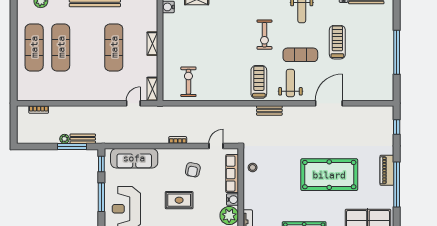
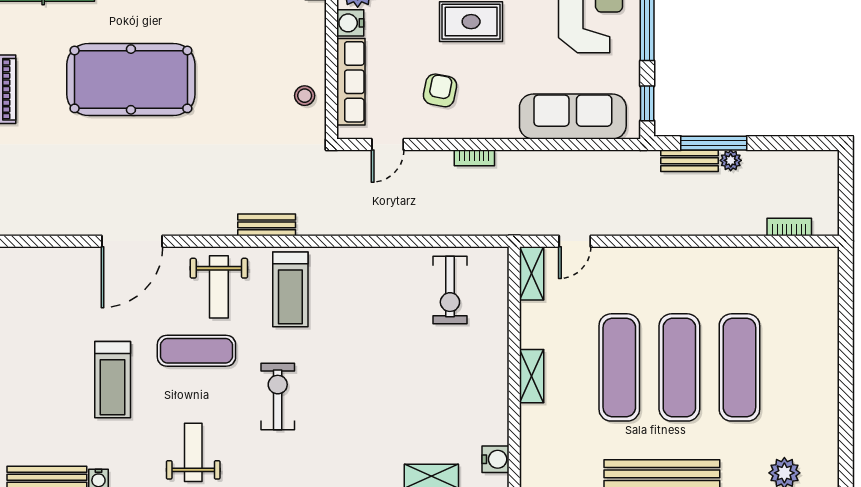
exercise mat: (34, 47) -> (679, 367), moved

